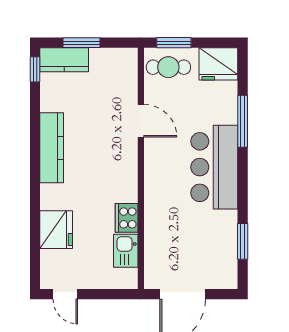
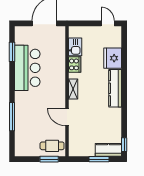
fridge: (218, 64) -> (25, 148), removed
kitchen counter: (52, 148) -> (115, 88), moved
bar counter: (214, 167) -> (27, 68), moved
shelving: (129, 172) -> (73, 89), added

